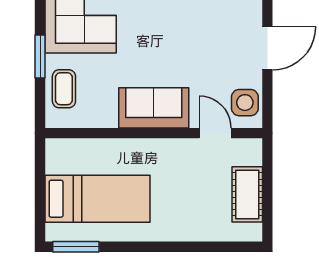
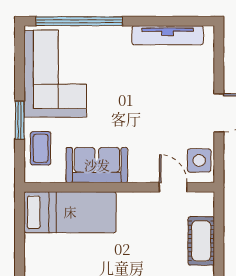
sofa: (154, 108) -> (97, 165), moved
bed: (97, 199) -> (70, 212), moved

